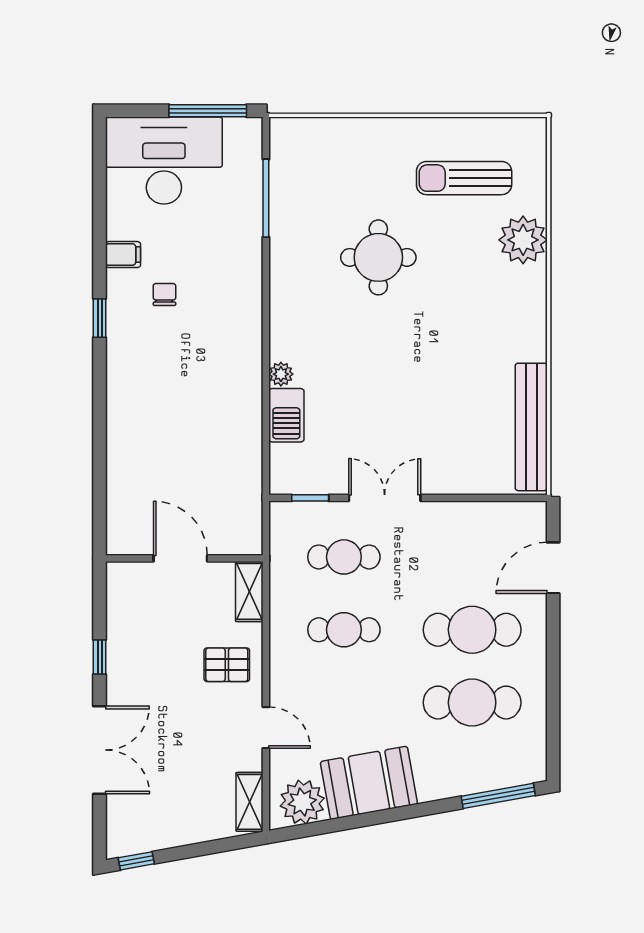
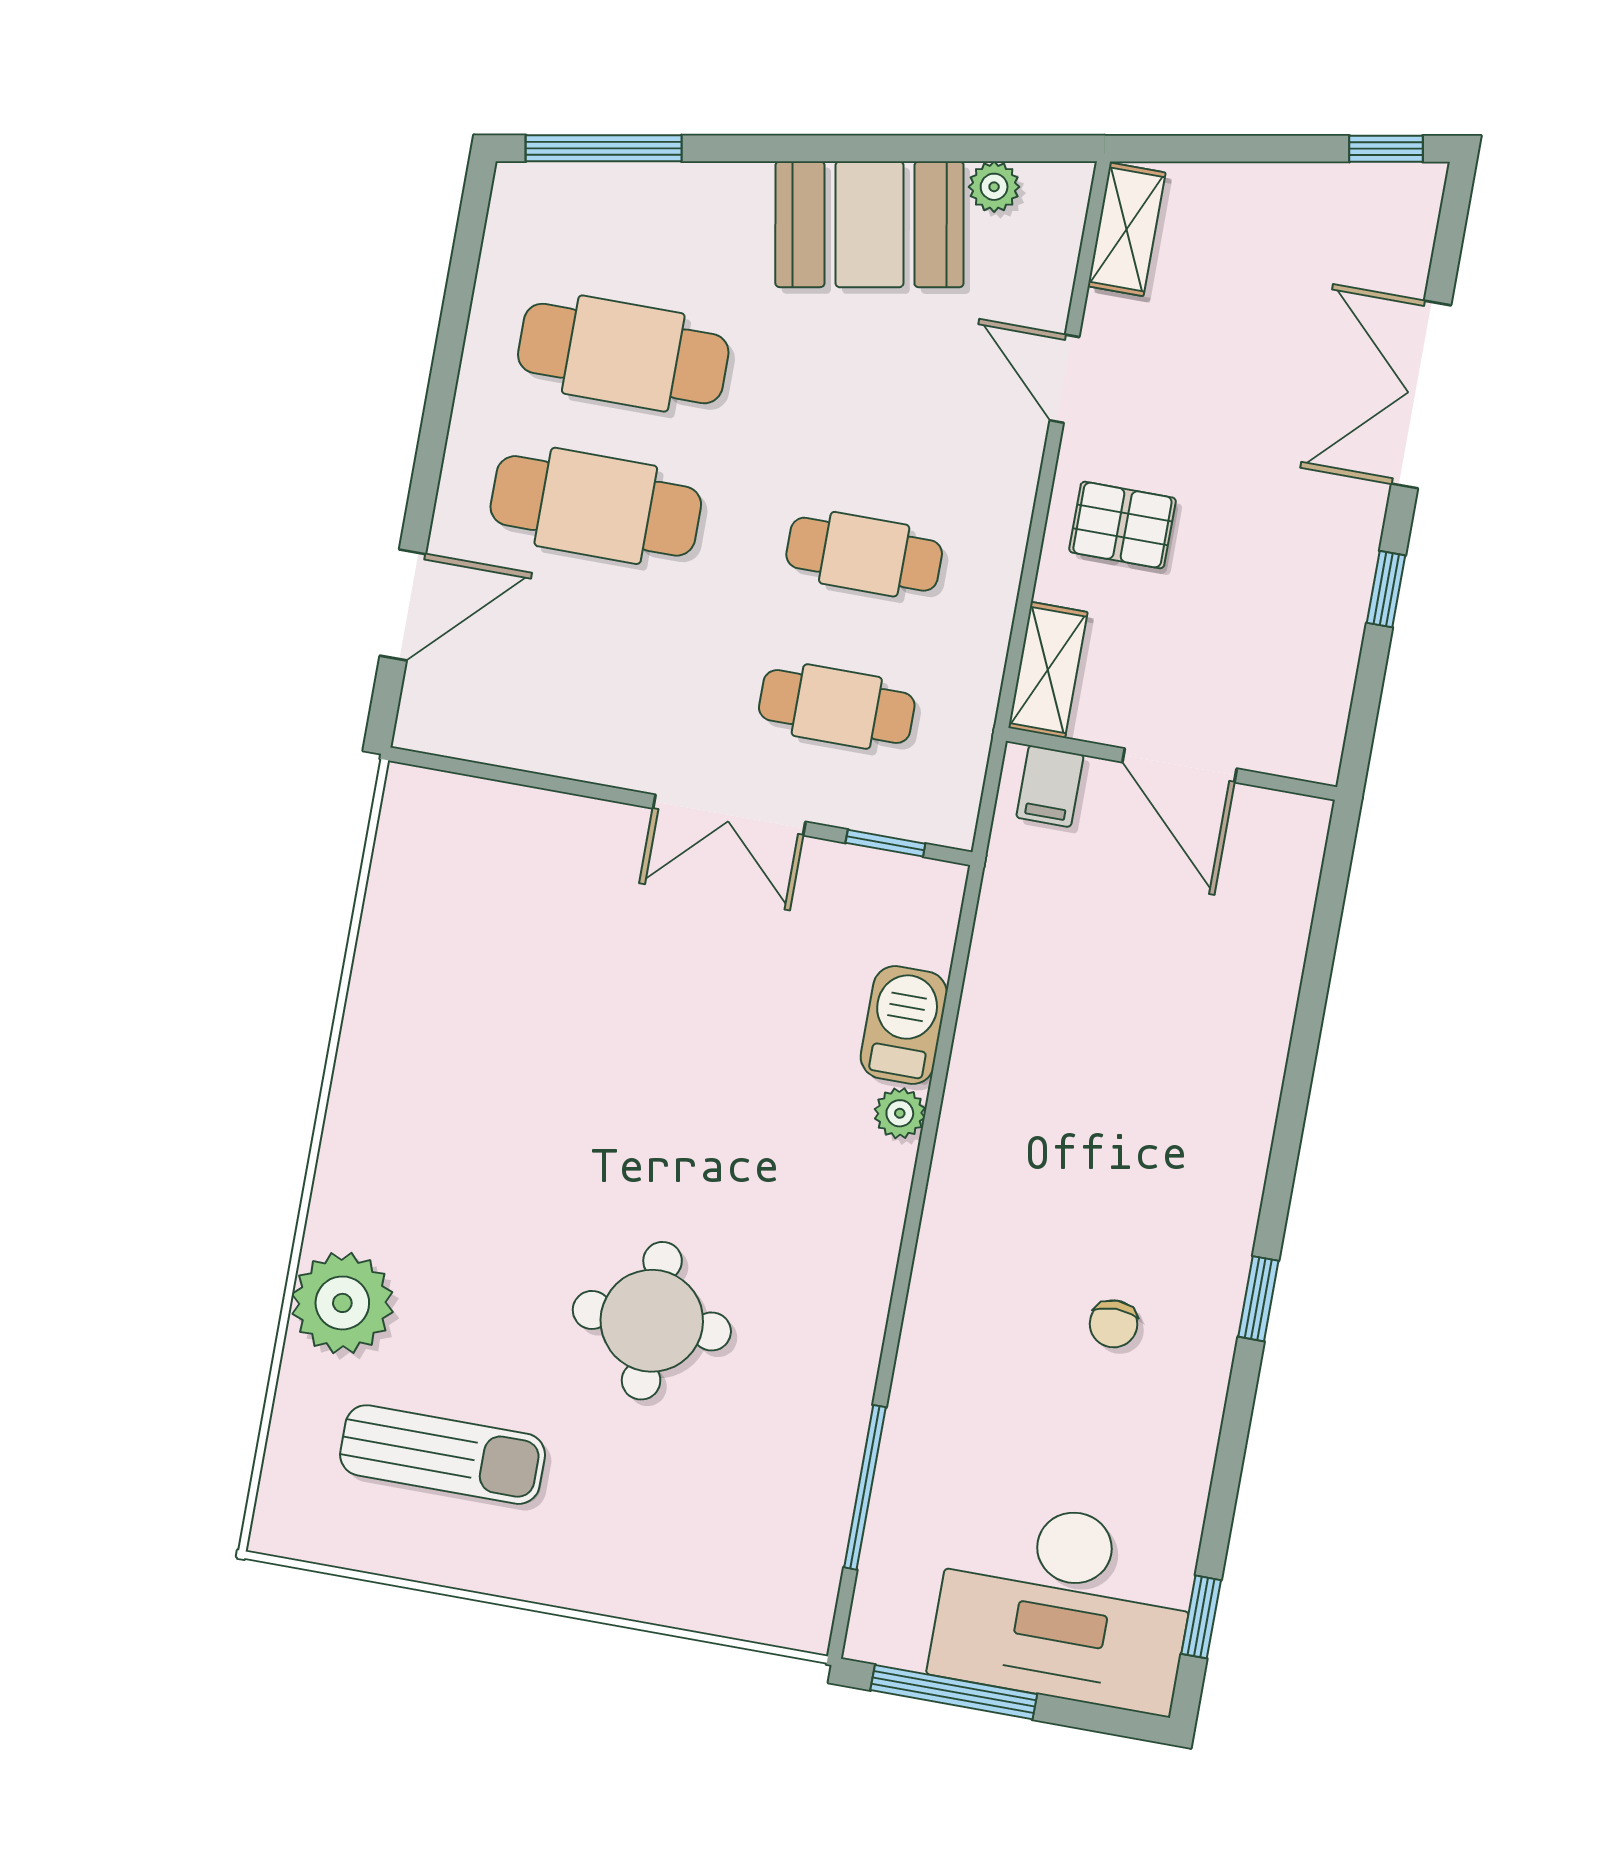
window: (100, 166) -> (1201, 1617), added
filing cabinet: (123, 255) -> (1050, 786), moved, turned -90
bench: (531, 427) -> (396, 908), removed
plant: (302, 802) -> (994, 187), width x0.53, depth x0.53

